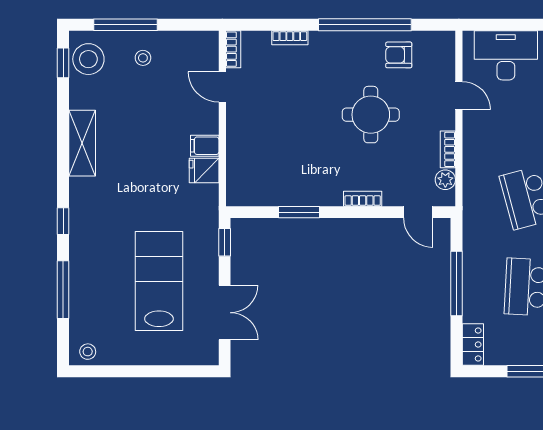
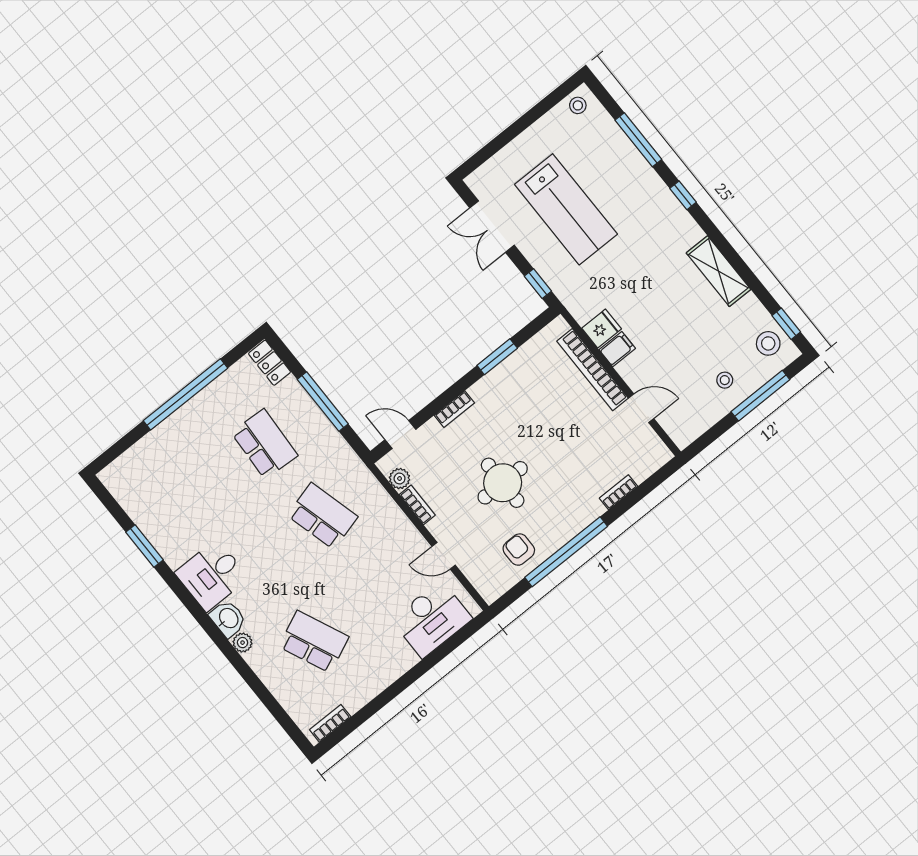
bookcase: (233, 49) -> (593, 370), moved, width x2.31, depth x1.31
armchair: (399, 55) -> (519, 550), turned -90
stool: (88, 59) -> (768, 343), width x0.73, depth x0.73

